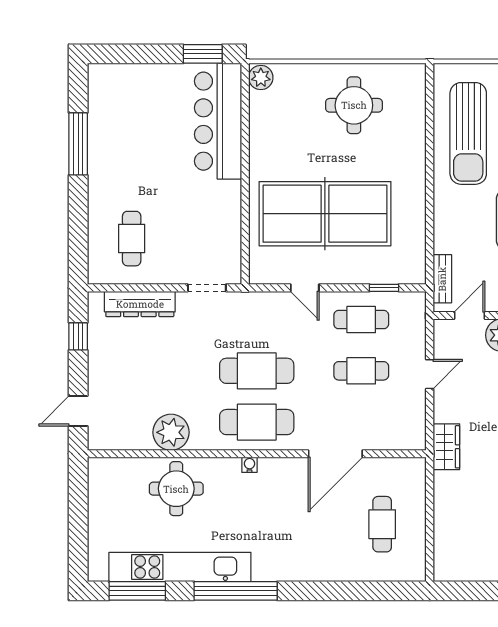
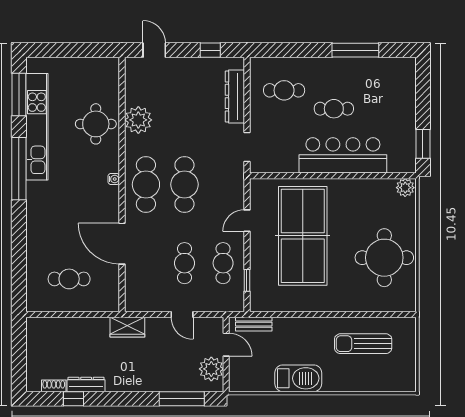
round table: (354, 105) -> (384, 258), width x1.36, depth x1.36
bar counter: (218, 121) -> (343, 155), moved
sun lounger: (468, 133) -> (363, 344), width x0.73, depth x0.75
cafe table: (156, 172) -> (334, 109), added

